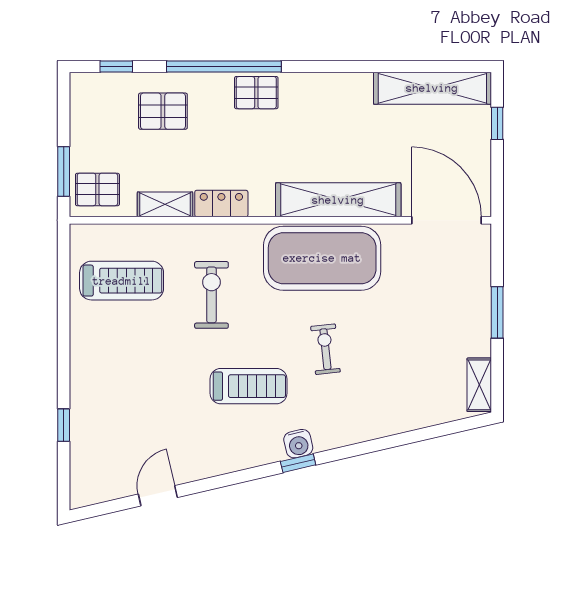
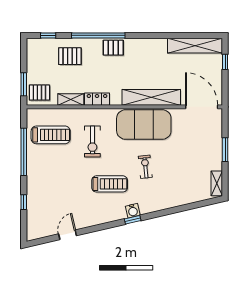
exercise bike: (211, 295) -> (92, 142), turned 180
window: (64, 317) -> (24, 152), added

